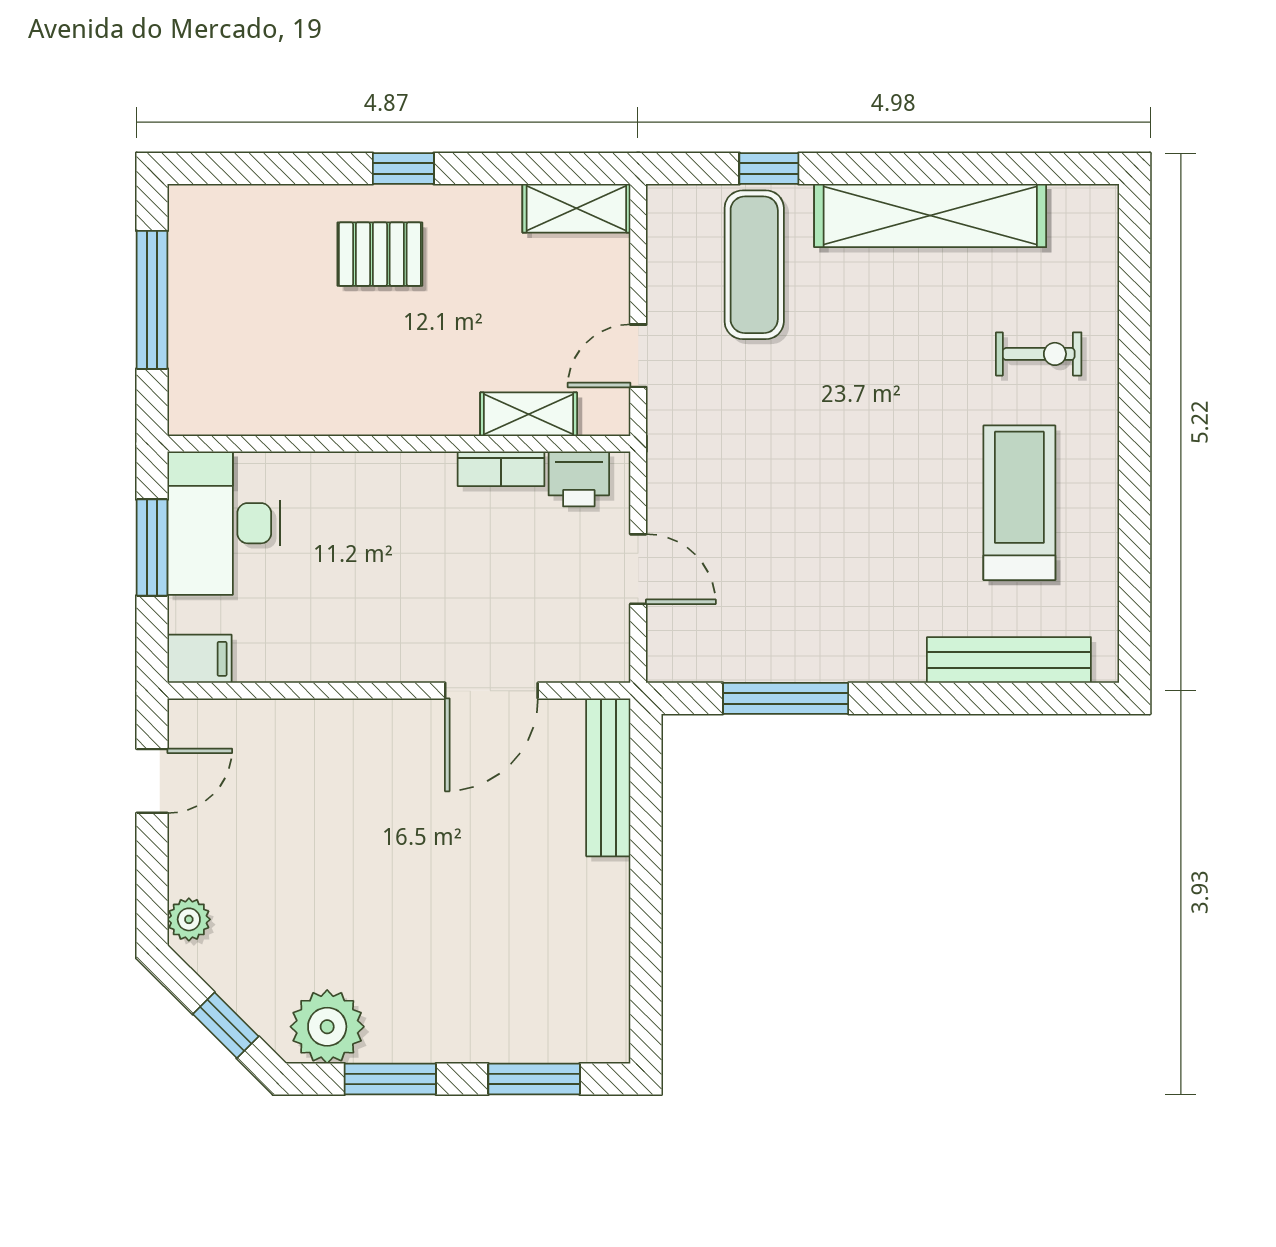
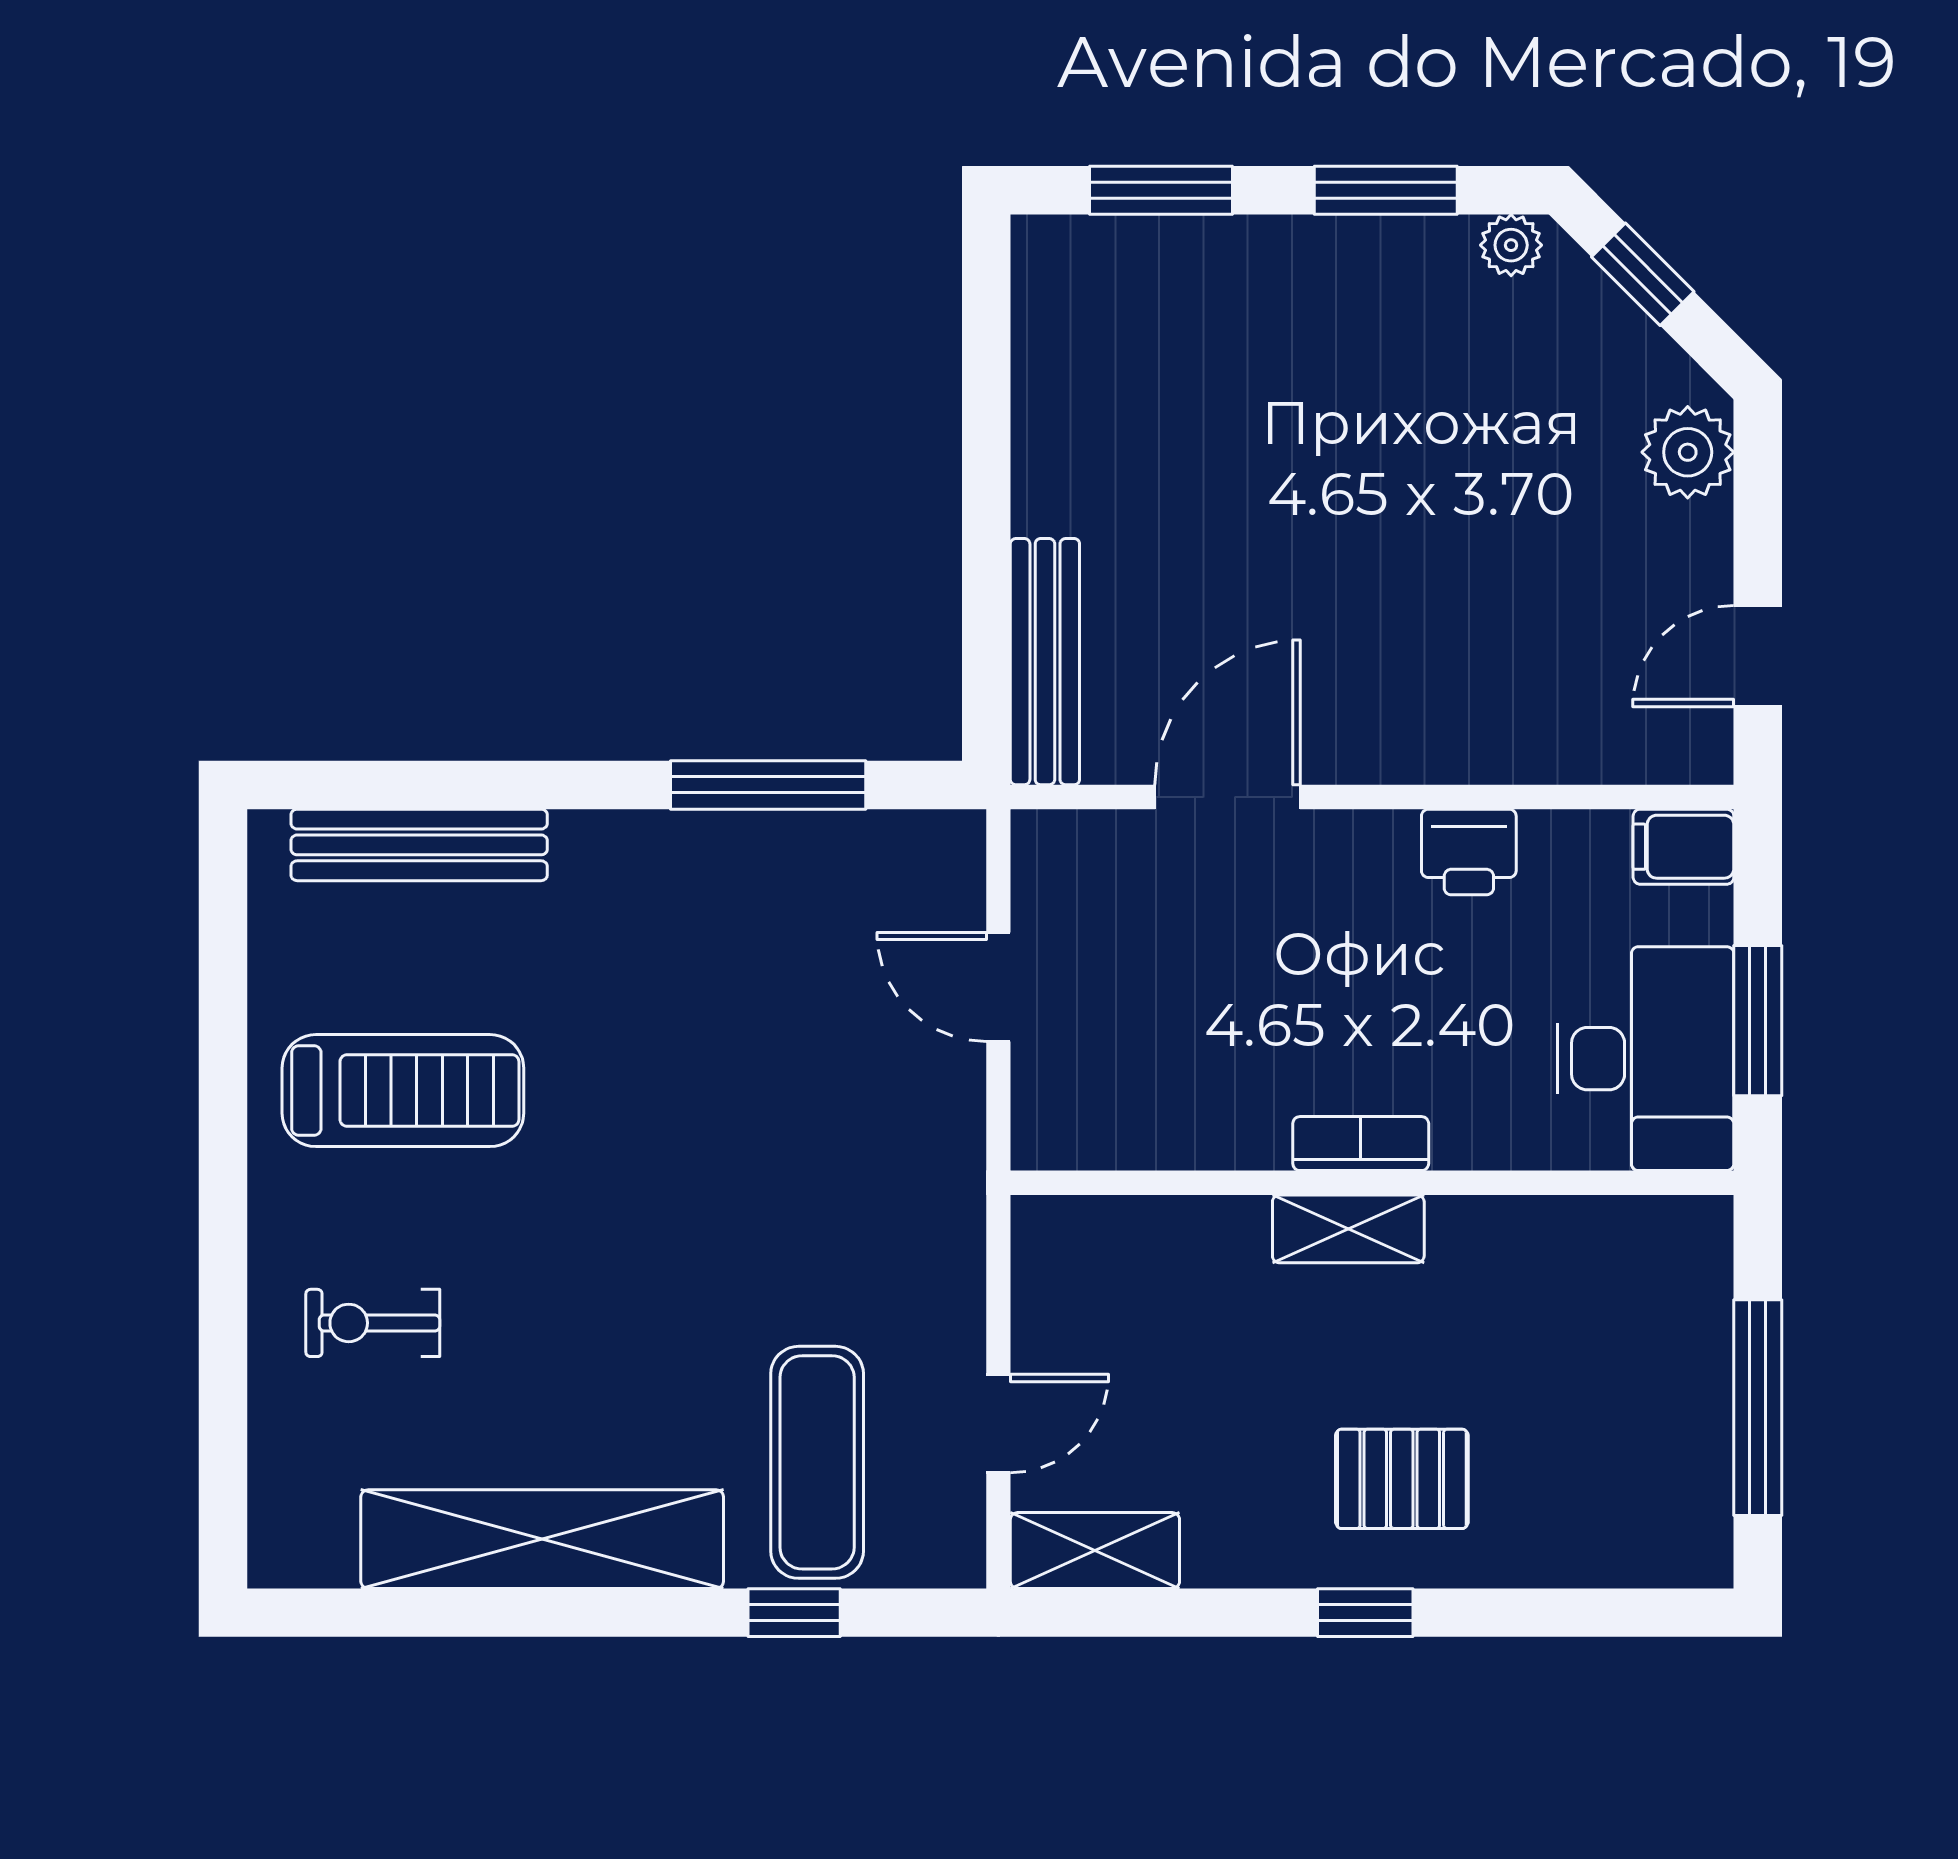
door: (638, 356) -> (998, 1423), moved
shelving: (529, 414) -> (1348, 1229), moved
bookcase: (501, 469) -> (1361, 1144), moved
printer: (579, 479) -> (1469, 852), moved, turned 180
treadmill: (1019, 503) -> (403, 1091), turned -90
plant: (189, 919) -> (1688, 452), width x1.38, depth x1.38
plant: (327, 1027) -> (1511, 245), width x0.53, depth x0.53

